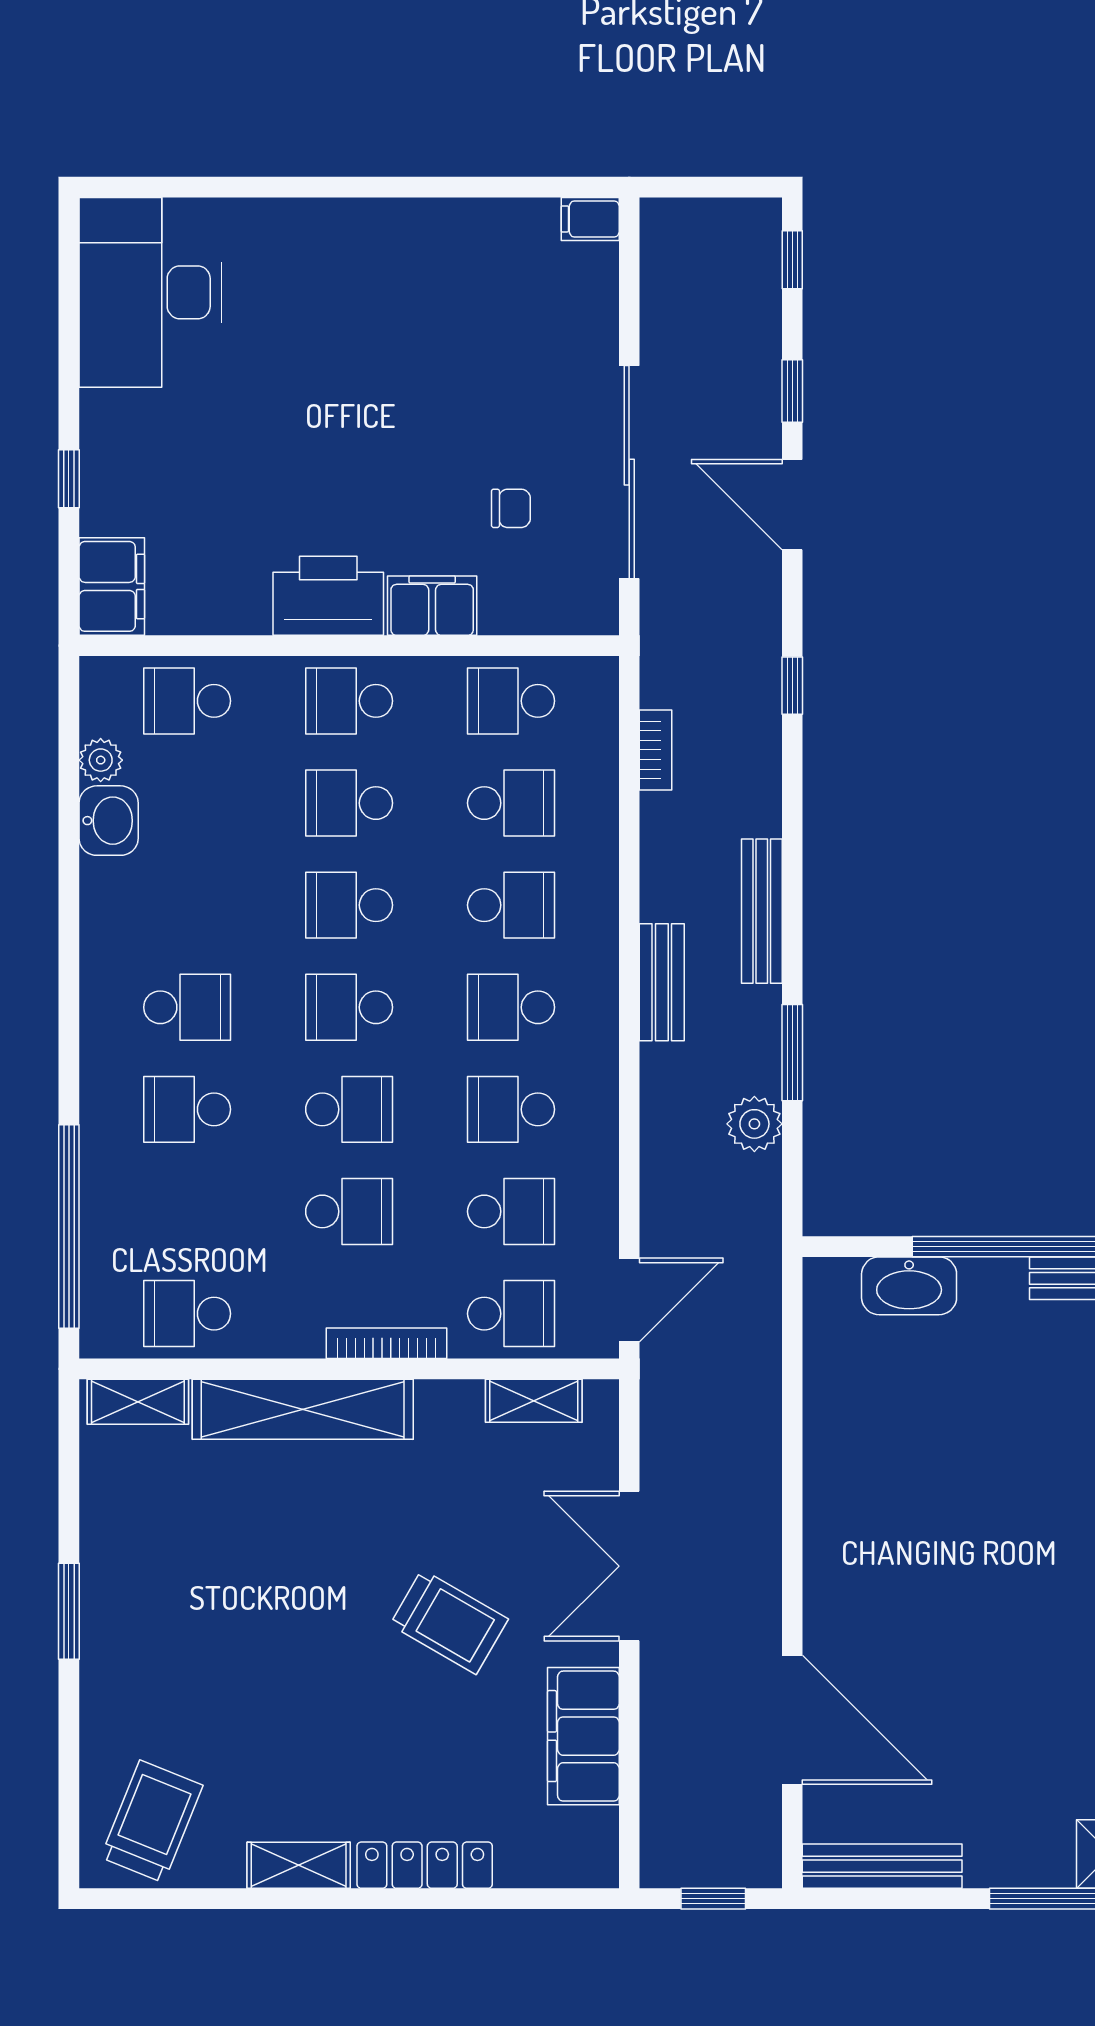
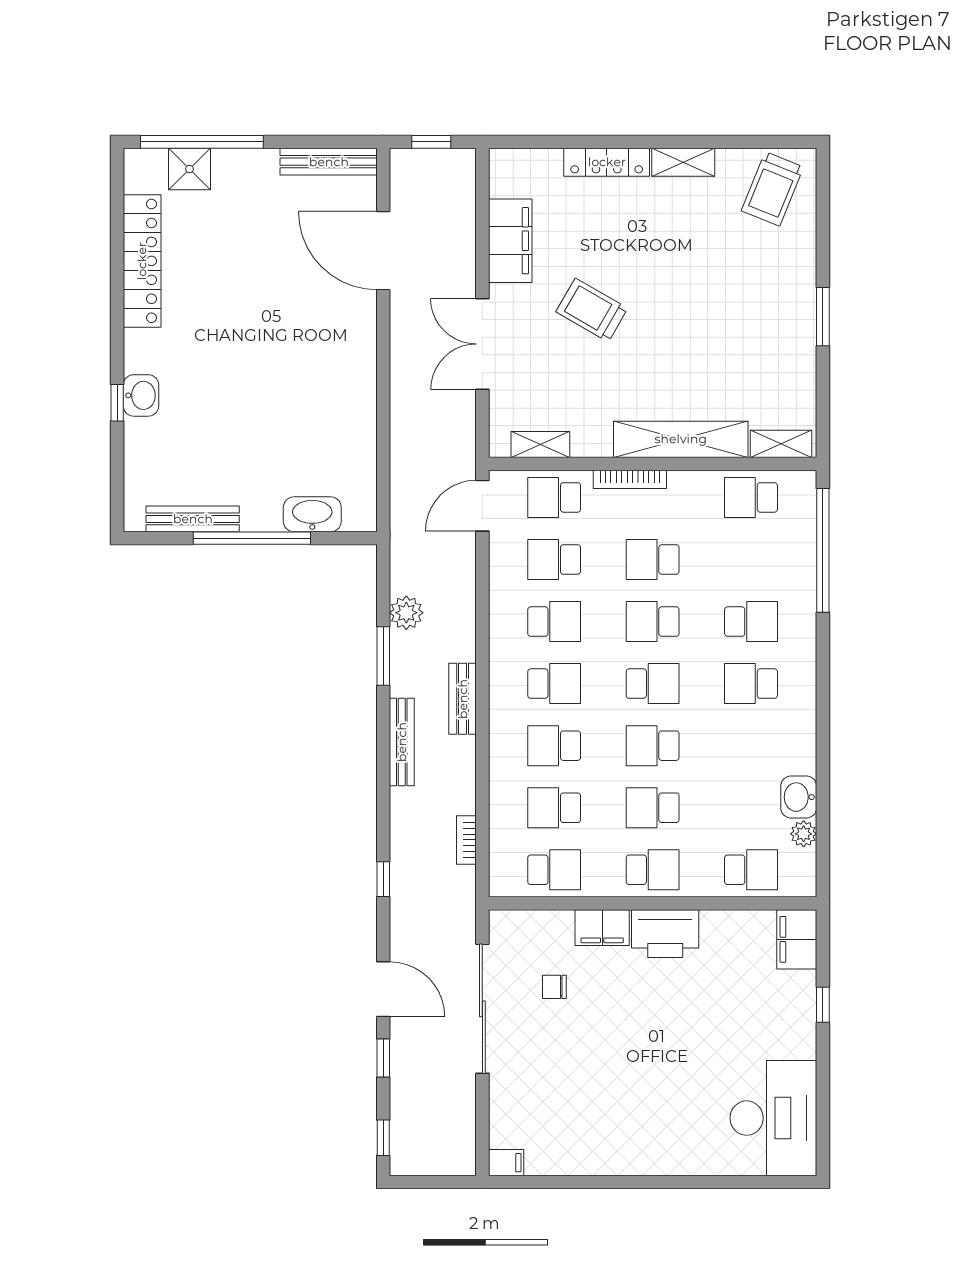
school desk: (349, 803) -> (653, 808), turned 180
school desk: (349, 905) -> (653, 746), turned 180
school desk: (187, 1314) -> (751, 497), turned 180
double door: (629, 1566) -> (482, 344), swing flipped

